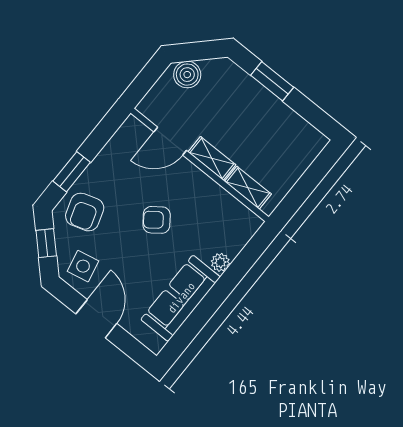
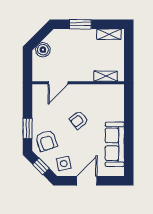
shelving: (212, 158) -> (109, 34), moved
plant: (220, 262) -> (119, 116), removed
door: (96, 319) -> (87, 181), hinge flipped

